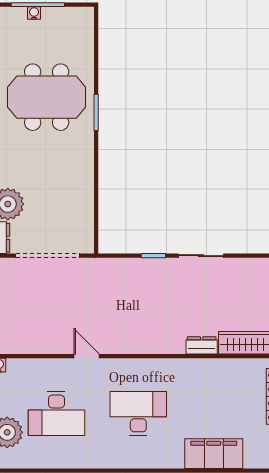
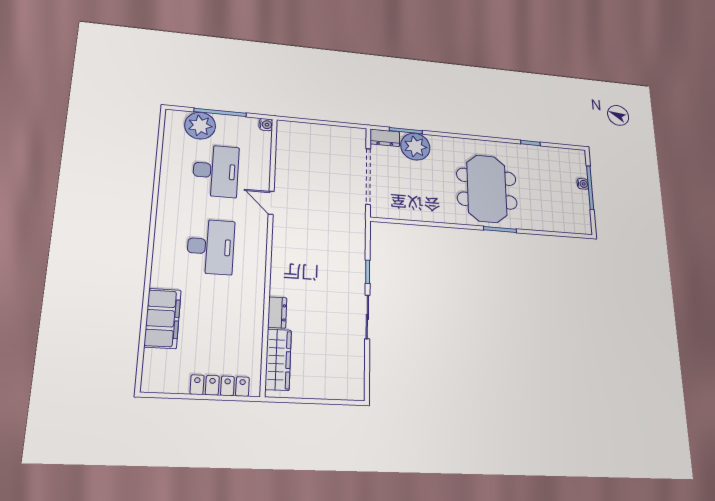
meeting table: (47, 97) -> (487, 189), moved
door: (87, 356) -> (271, 203), swing flipped
desk: (56, 413) -> (216, 171), turned 180

